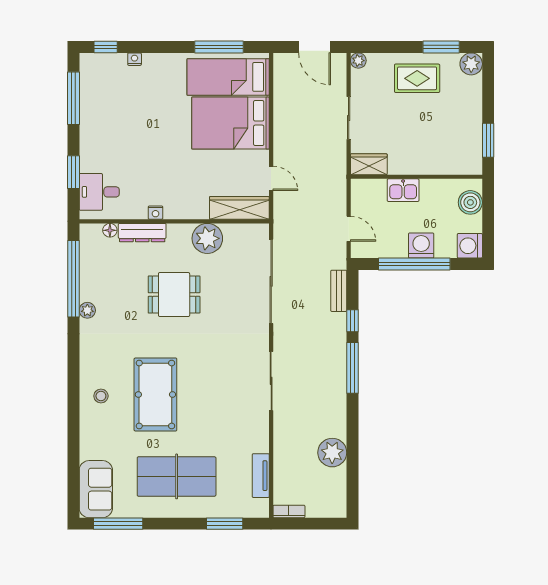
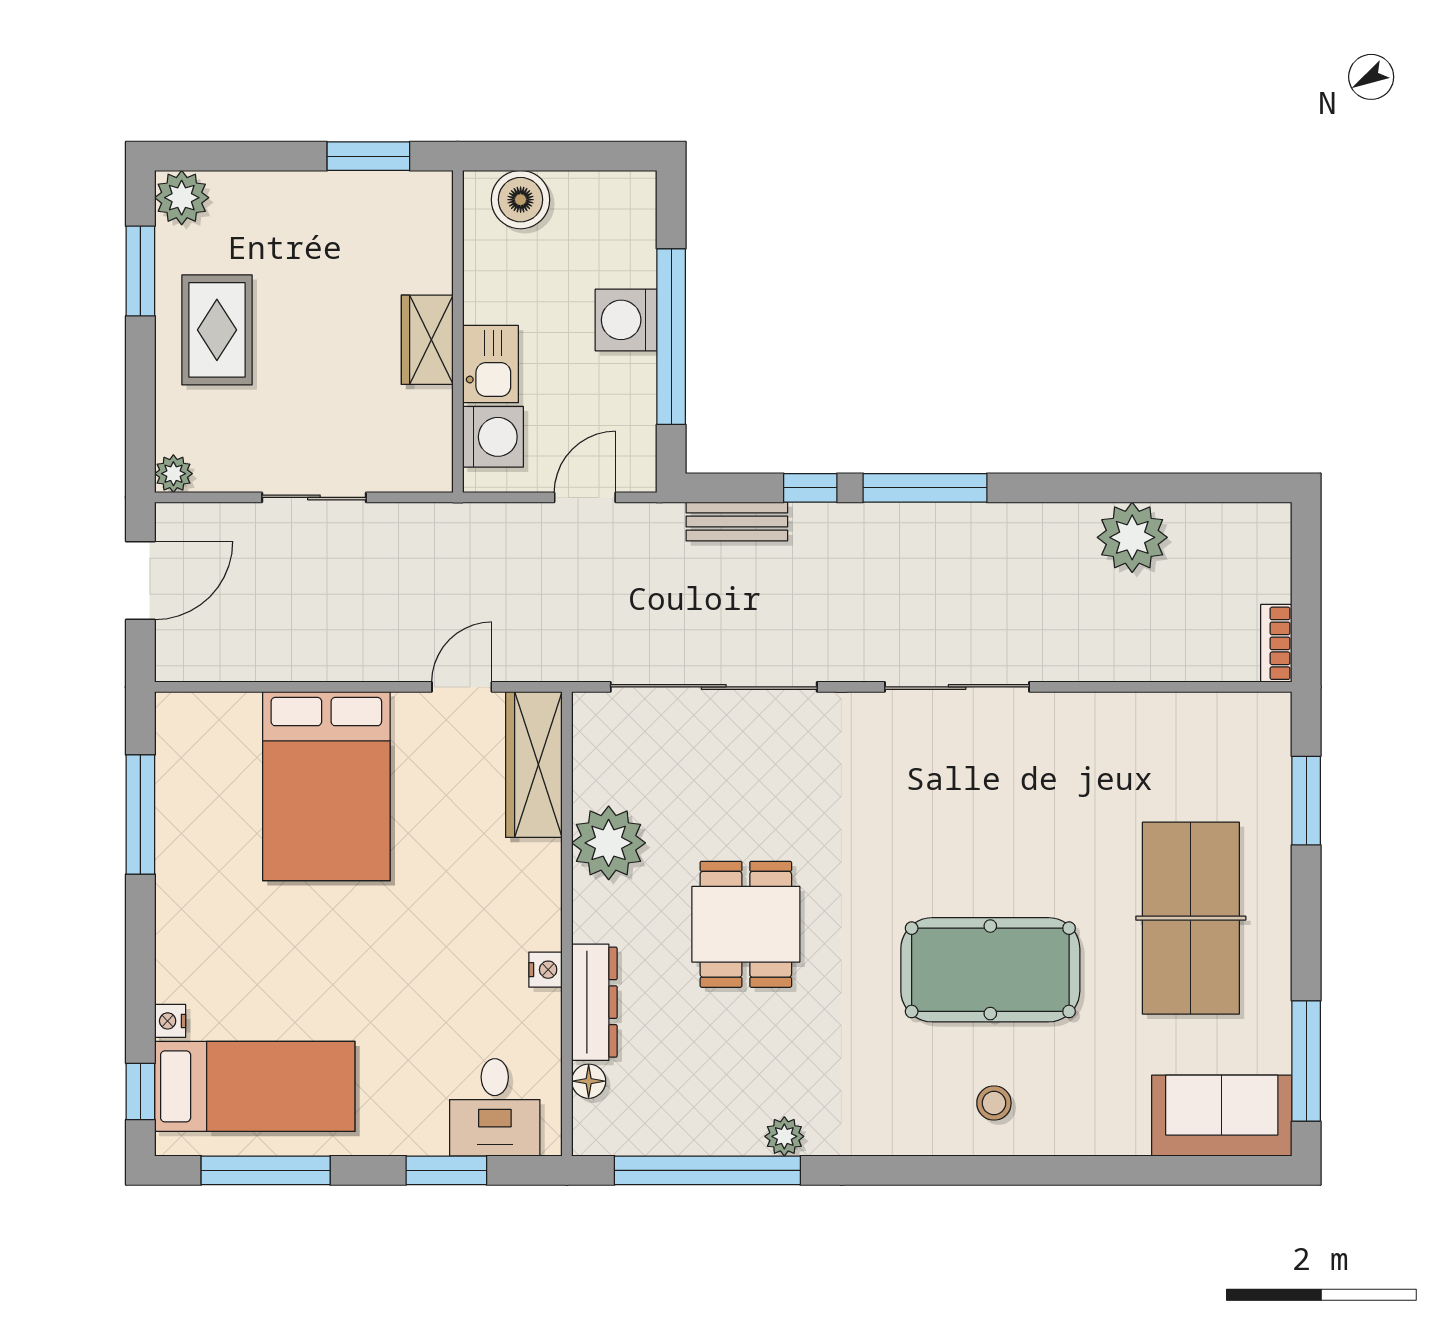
bed: (228, 77) -> (255, 1086), moved, turned -90
wardrobe: (369, 164) -> (427, 340), moved
washing machine: (470, 246) -> (493, 437), moved, turned -90
tv unit: (261, 476) -> (1189, 712), removed

